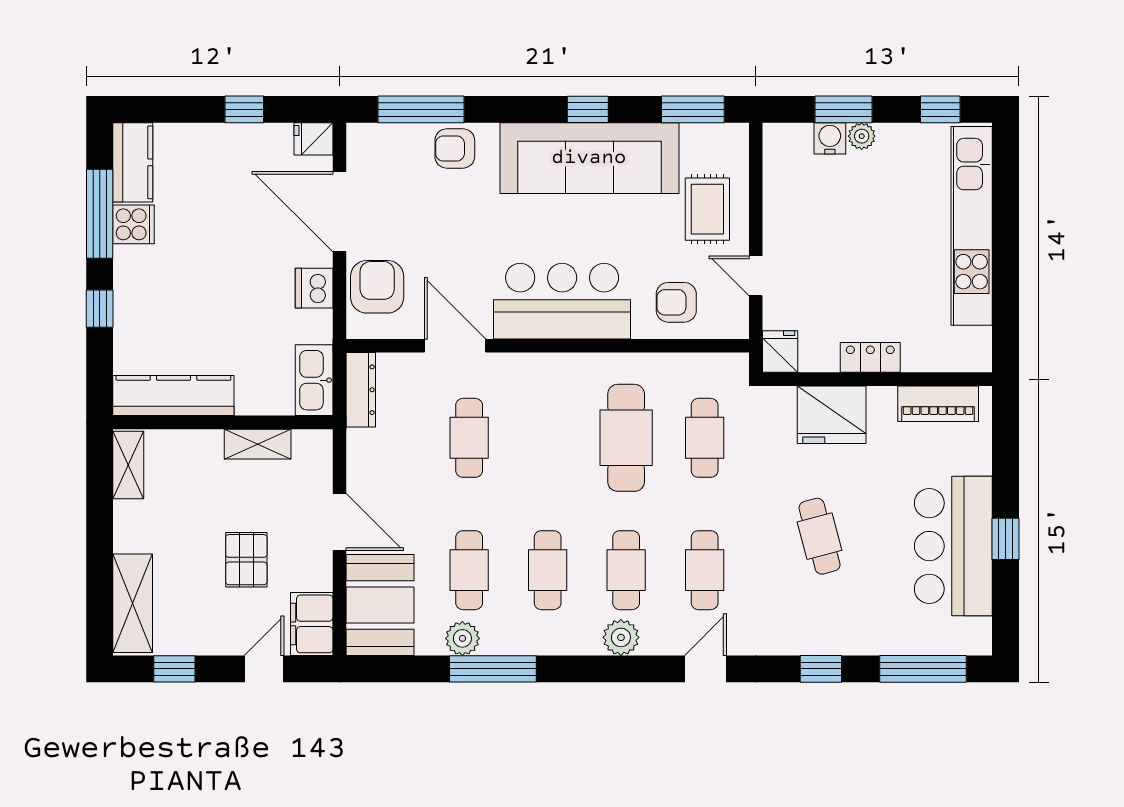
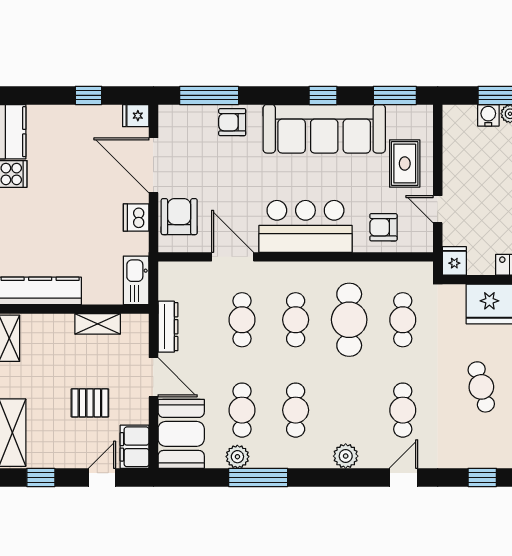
dresser: (361, 390) -> (168, 327), moved
pallet: (246, 560) -> (90, 403), turned 90
cafe table: (626, 570) -> (296, 320), moved

